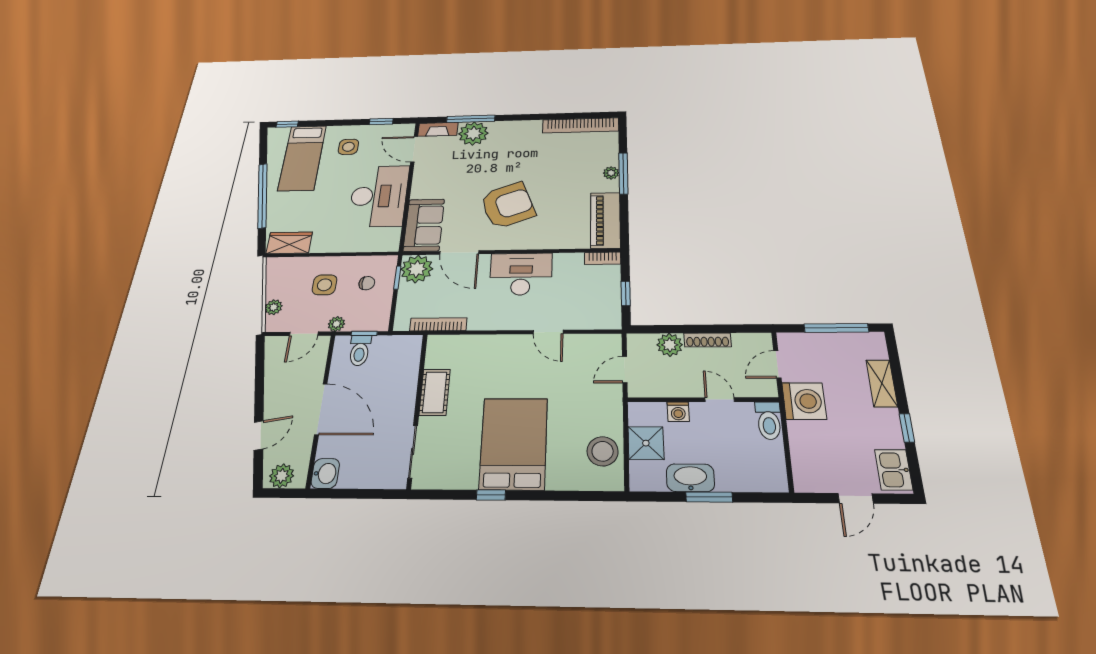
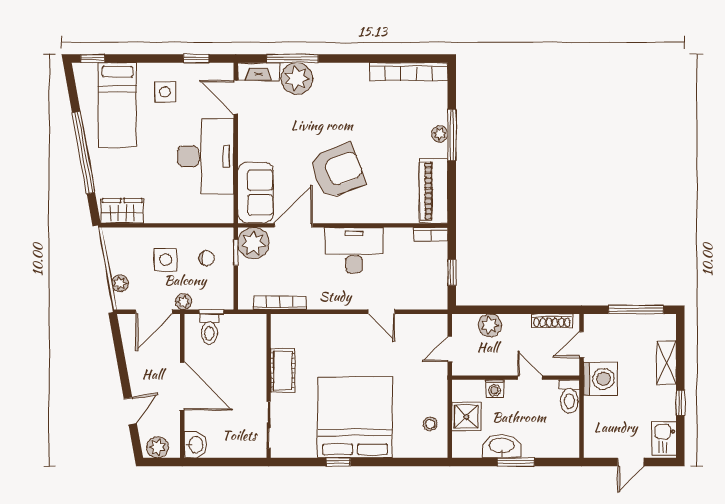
door: (459, 253) -> (293, 225), swing flipped
door: (304, 334) -> (154, 312), width x1.38
shoe rack: (707, 340) -> (552, 321), moved
bed: (514, 443) -> (355, 417), width x1.36
stool: (603, 451) -> (430, 424), width x0.53, depth x0.53

